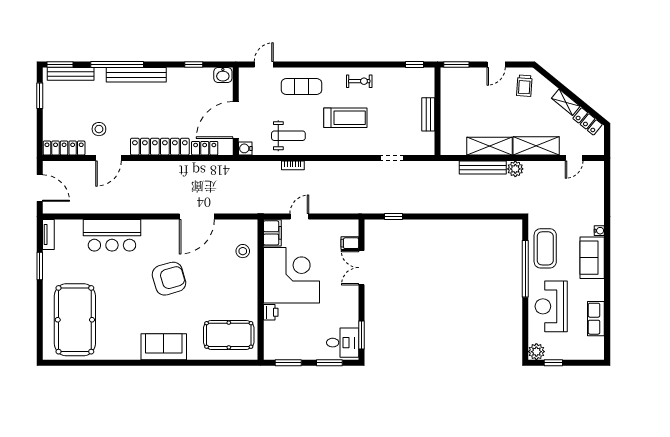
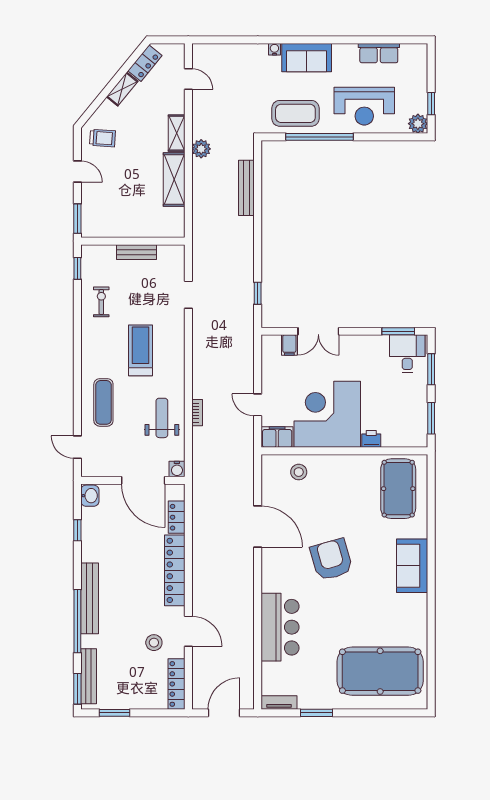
exercise bike: (359, 81) -> (101, 302), moved
shelving: (536, 146) -> (177, 133), width x0.67, depth x0.75
bench: (483, 168) -> (246, 188), moved

